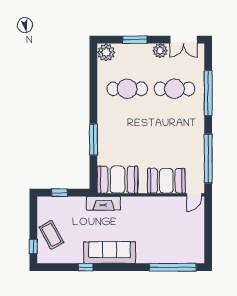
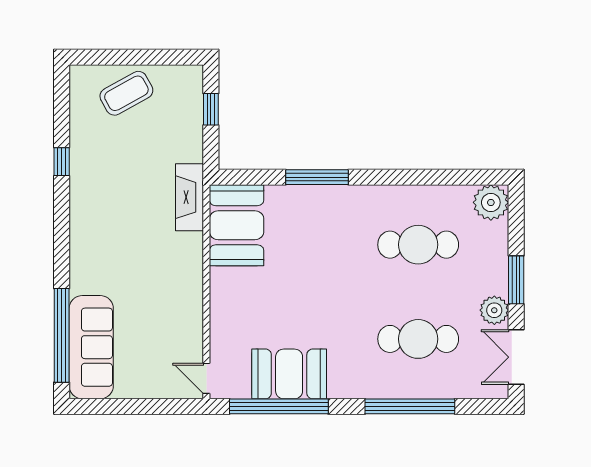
window: (135, 40) -> (516, 280), moved
cafe table: (127, 89) -> (418, 245), turned 90
cafe table: (174, 89) -> (418, 339), turned 90
booth: (166, 181) -> (289, 374), moved, turned 90
window: (33, 246) -> (103, 57), removed
sofa: (110, 252) -> (91, 347), moved

